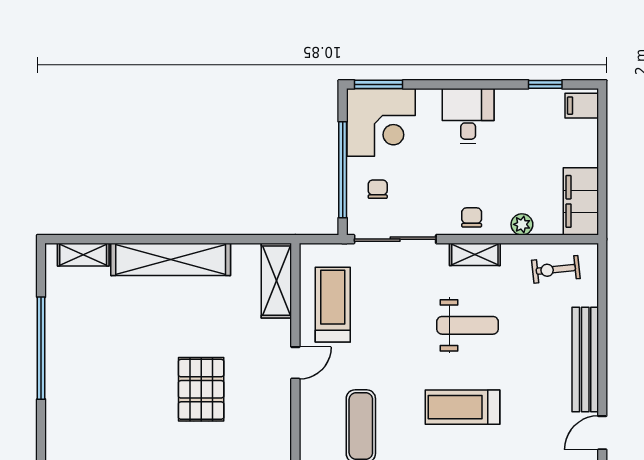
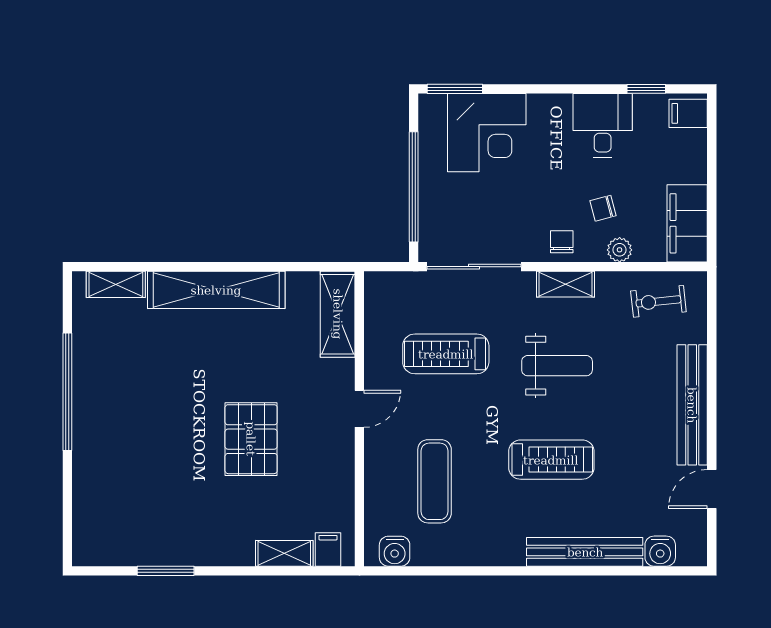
desk: (468, 116) -> (603, 125), moved
corner desk: (381, 122) -> (487, 133), moved
chair: (378, 189) -> (603, 208), moved, turned -105
treadmill: (333, 305) -> (446, 354), moved, turned -90
treadmill: (463, 407) -> (551, 460), turned 180

